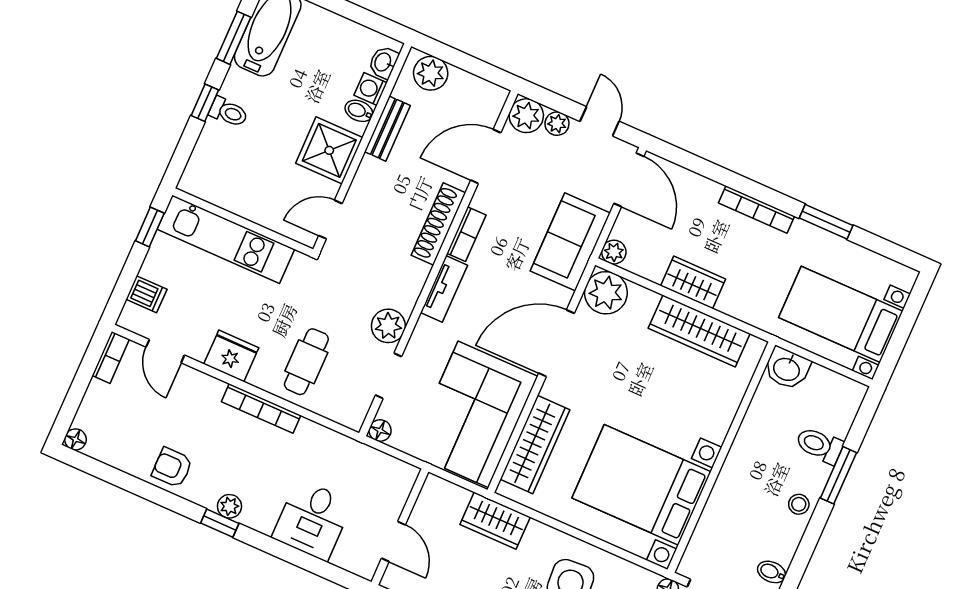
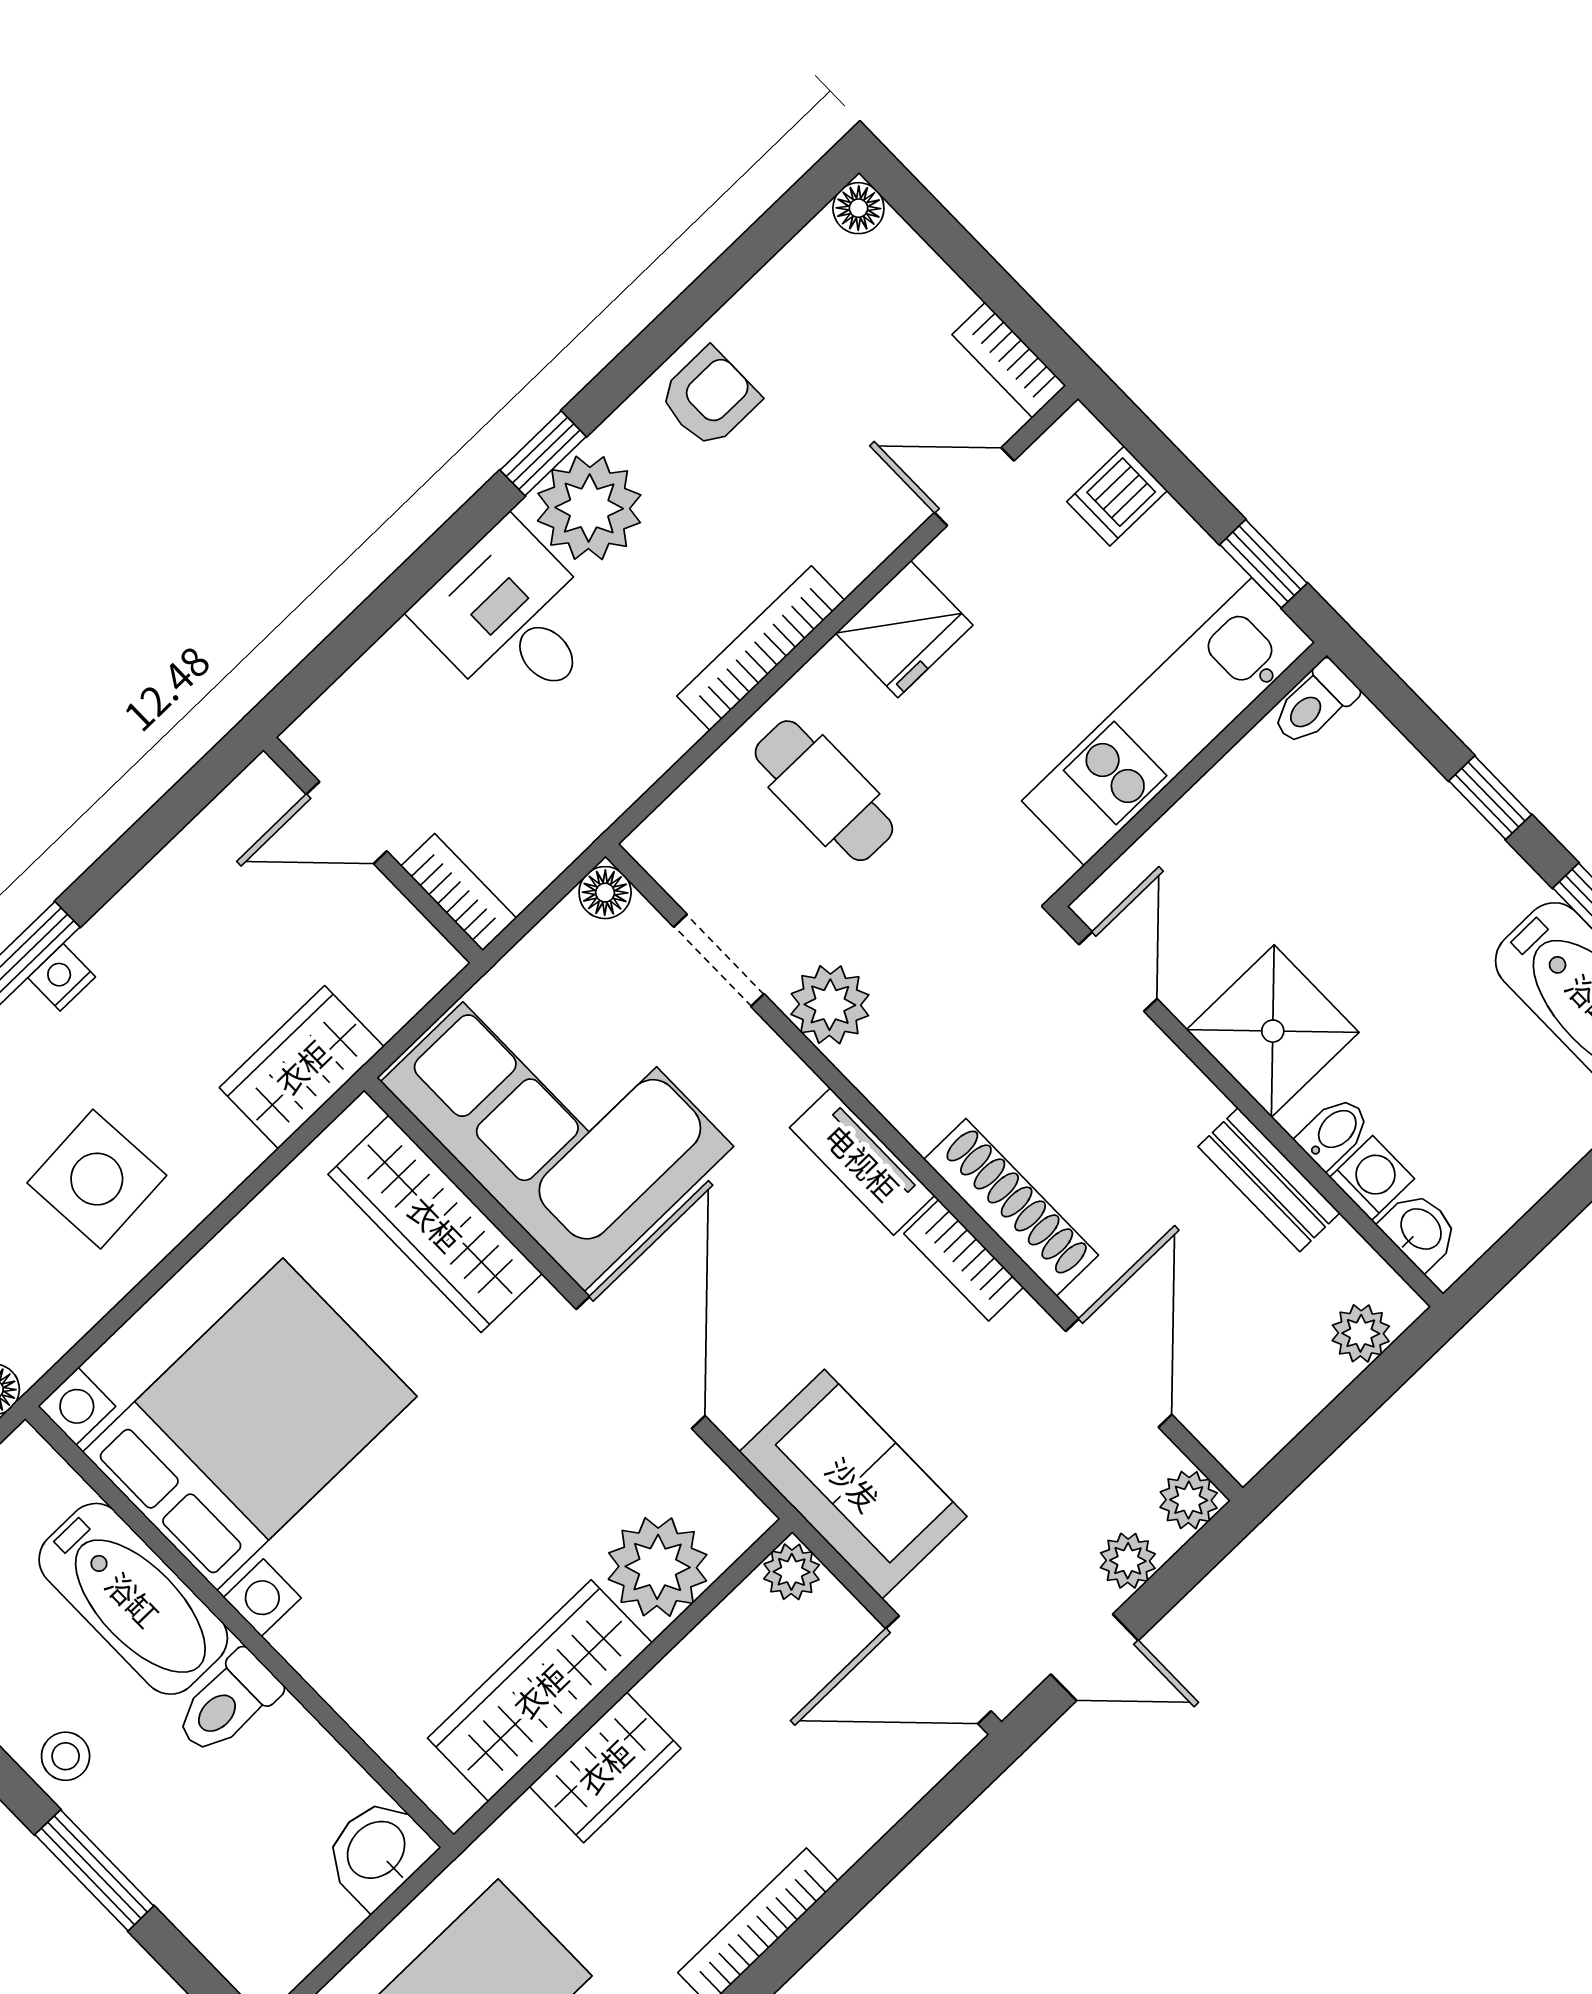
plant: (431, 73) -> (1361, 1333), width x0.73, depth x0.73
toilet: (228, 112) -> (1314, 704), moved
plant: (526, 116) -> (1189, 1500), width x0.73, depth x0.73
wardrobe: (693, 282) -> (605, 1767), moved
plant: (606, 293) -> (658, 1567), moved
toilet: (819, 445) -> (228, 1703), moved, turned 180
bookcase: (403, 487) -> (459, 892), added
bathtub: (727, 503) -> (133, 1599), added
plant: (229, 506) -> (589, 508), width x1.88, depth x1.88
desk: (312, 520) -> (512, 619), moved

